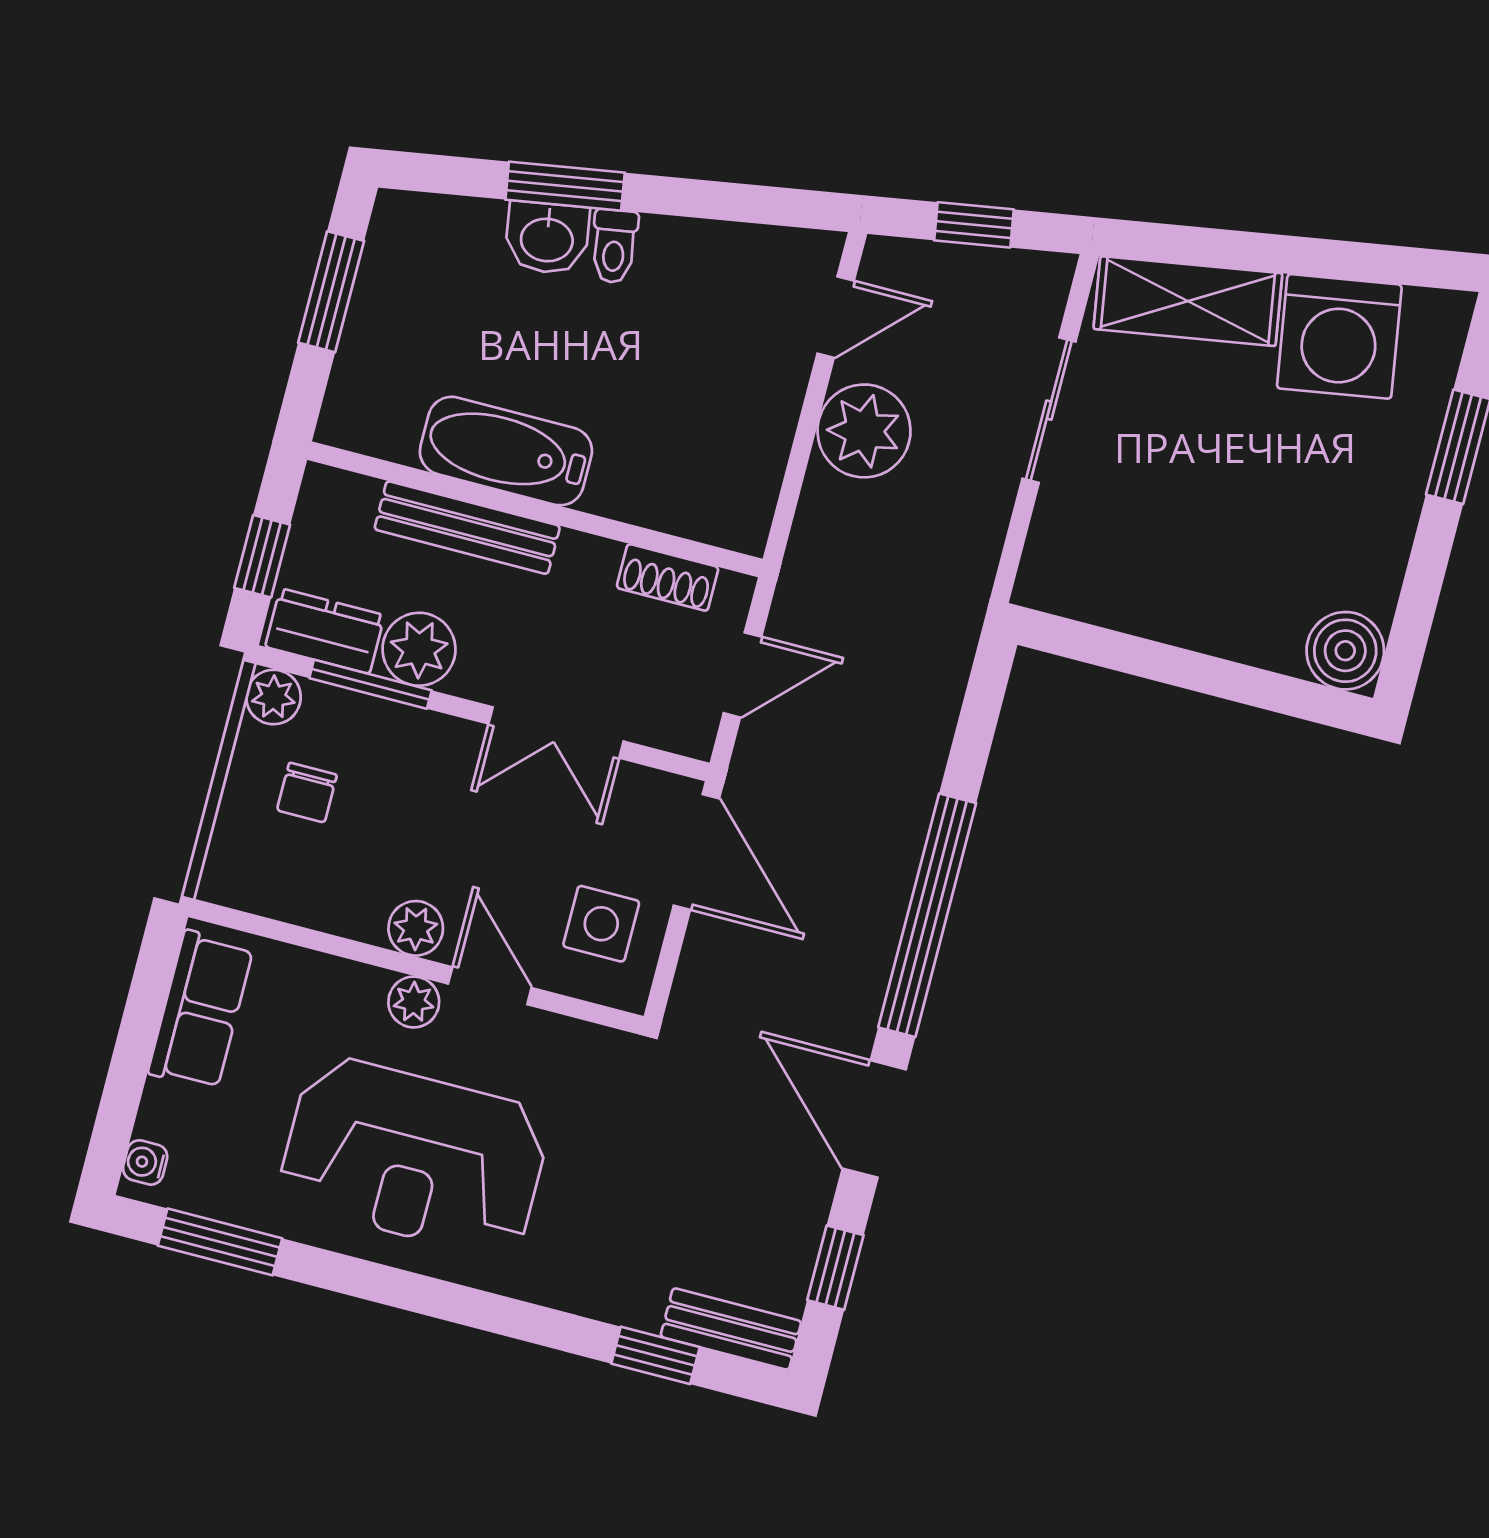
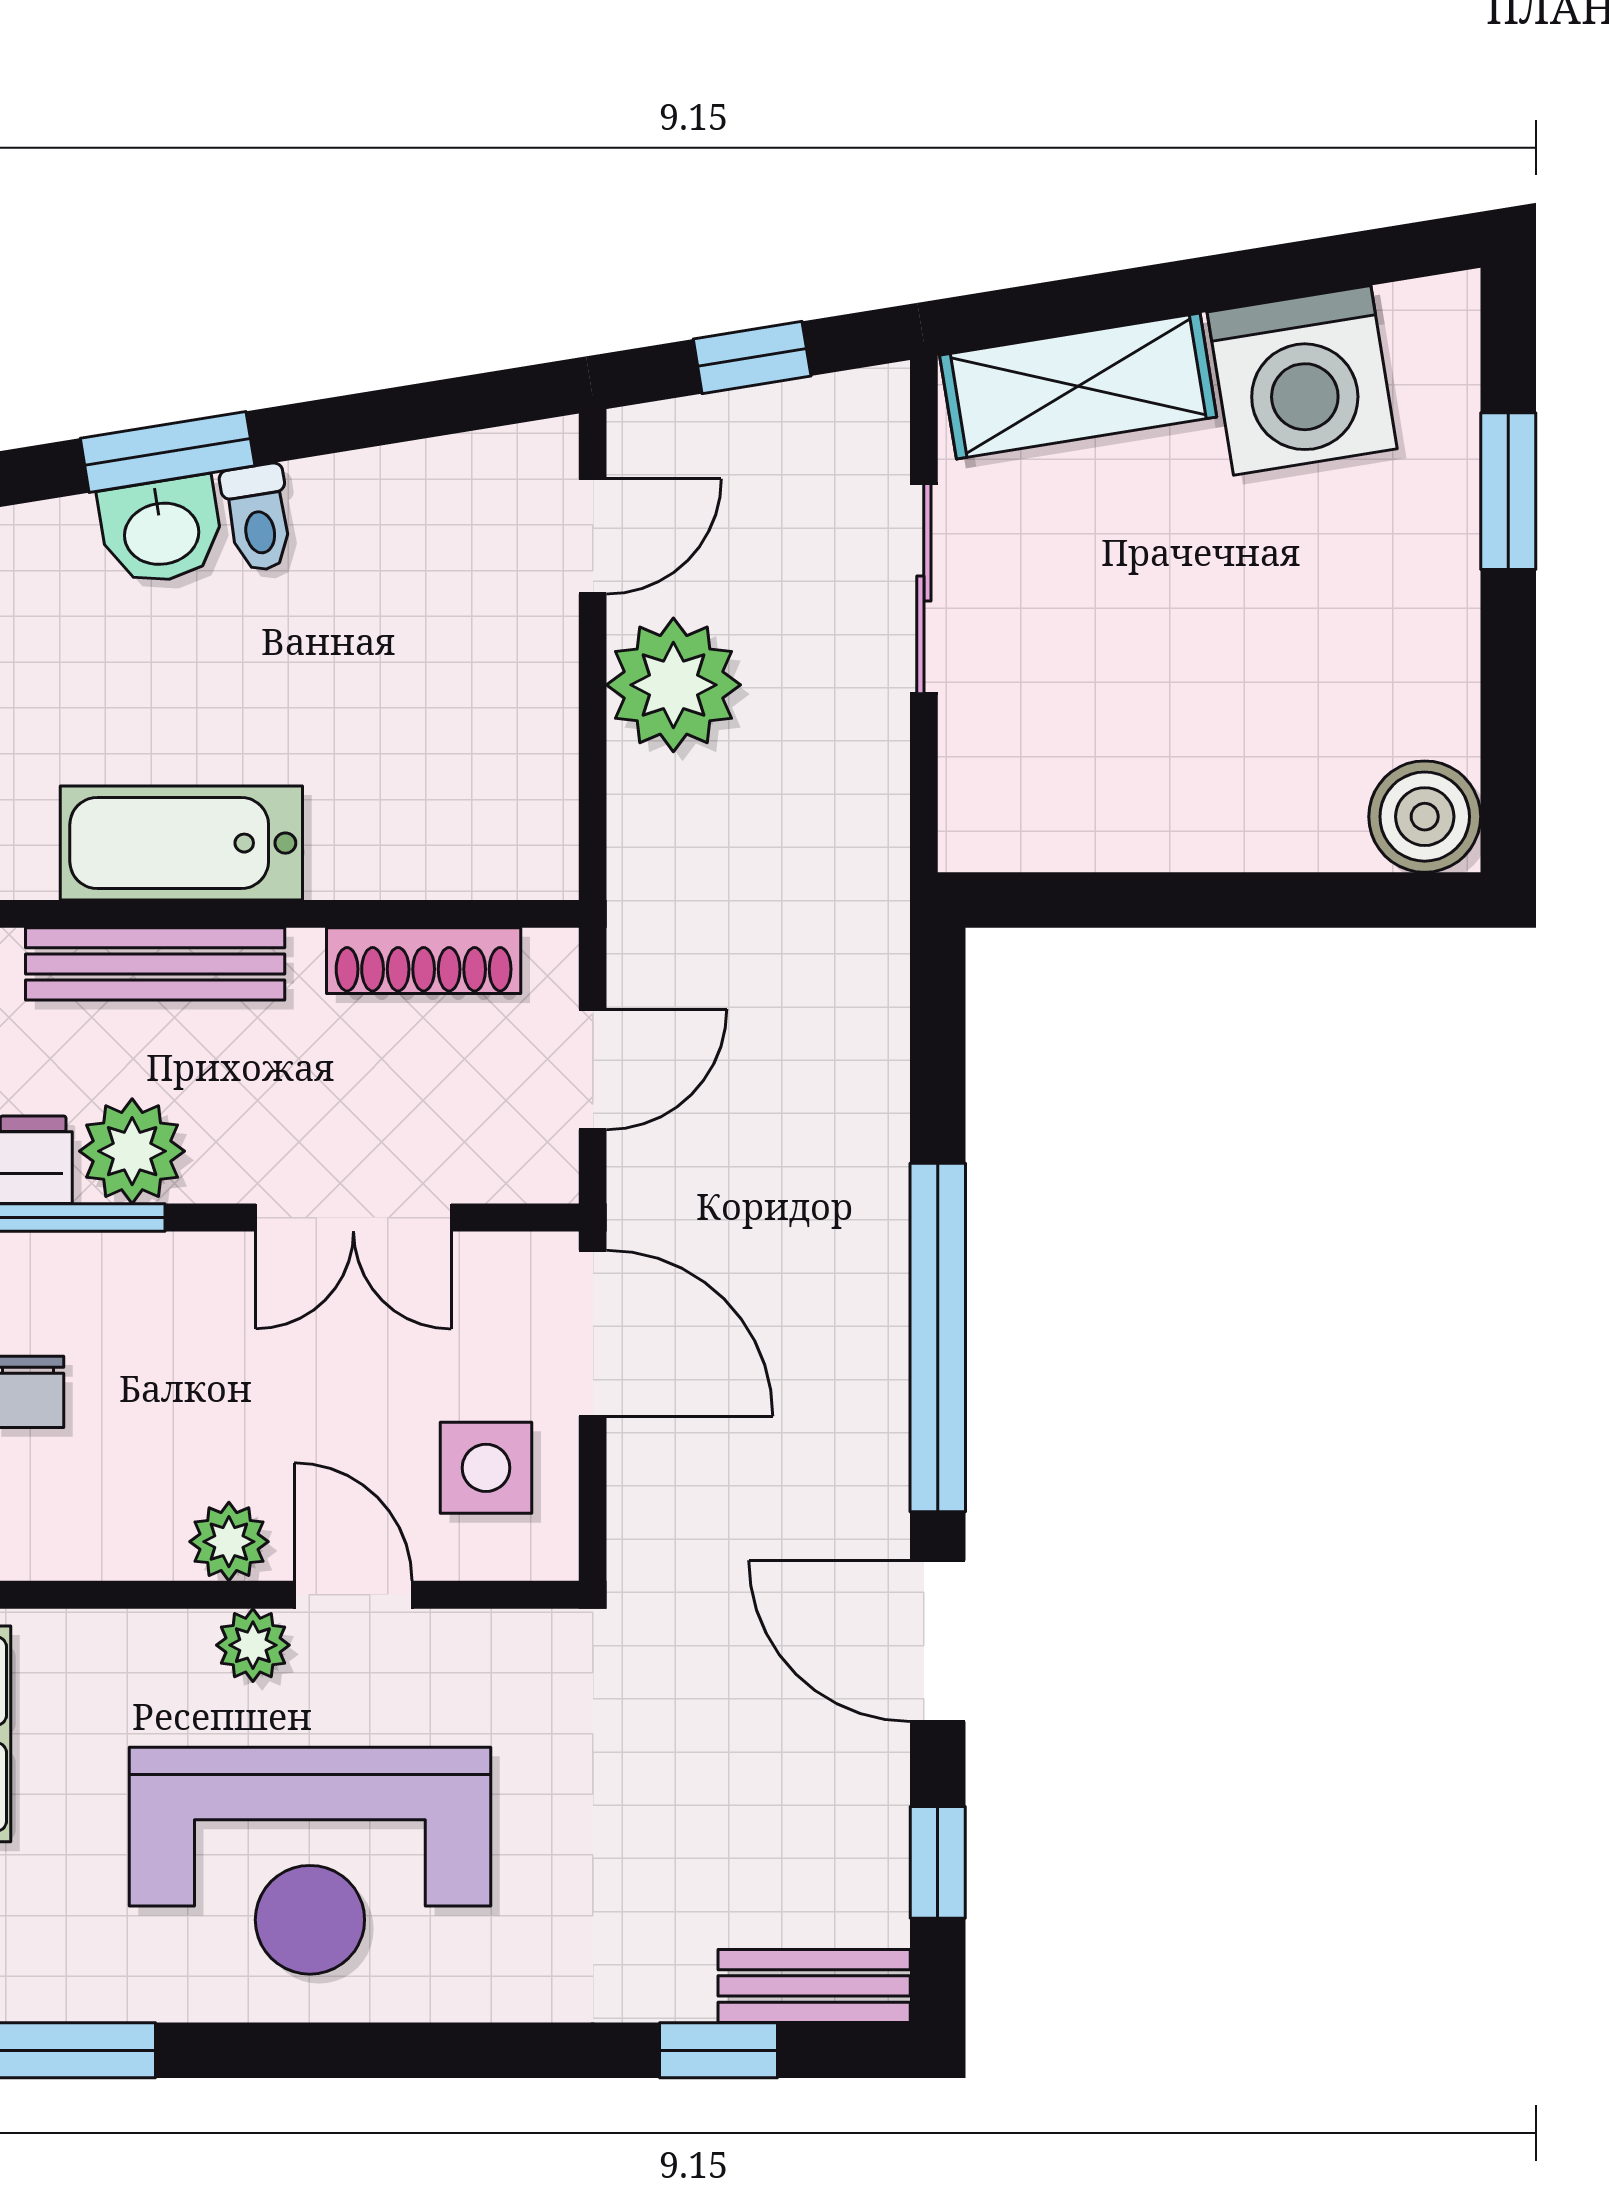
shoe rack: (668, 577) -> (424, 961), width x1.43

